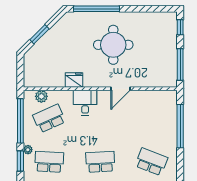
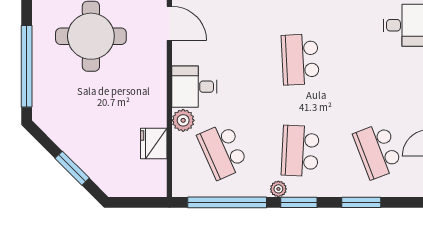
fridge: (74, 80) -> (154, 143), moved
plant: (41, 96) -> (183, 120), moved

